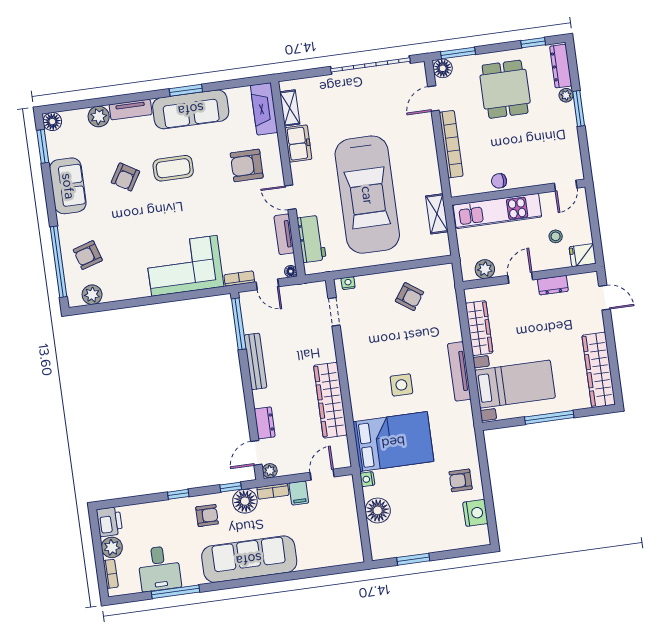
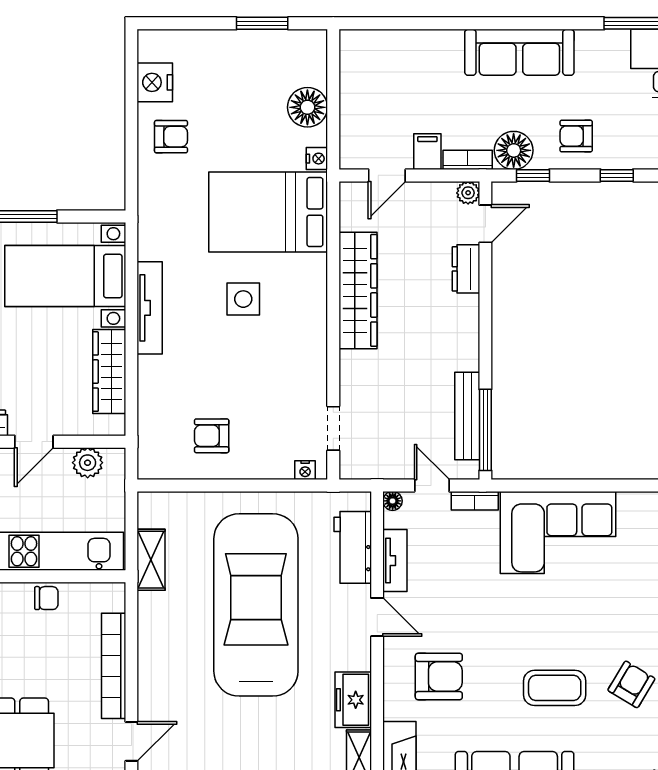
armchair: (409, 297) -> (212, 436), turned -35
bench: (255, 361) -> (467, 416), moved
sofa: (249, 559) -> (519, 52), width x0.74, depth x0.79

